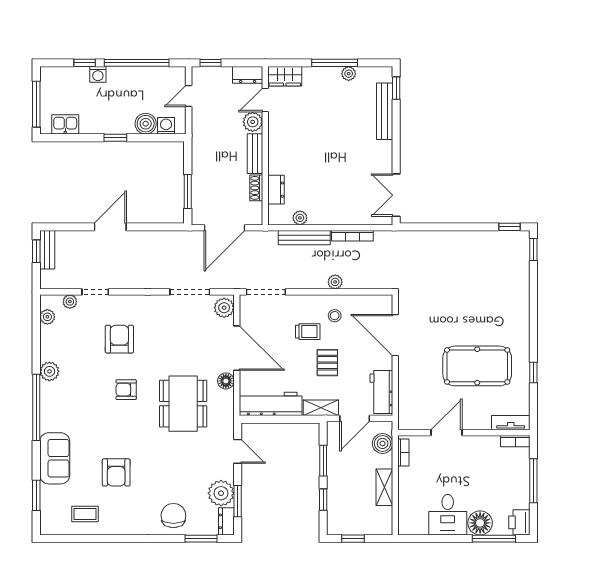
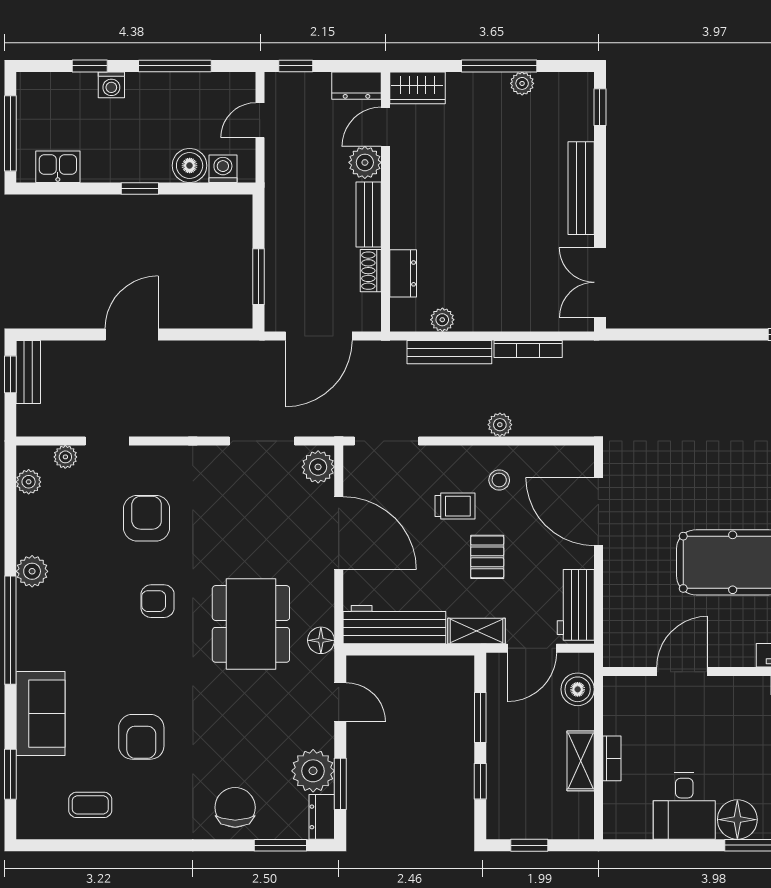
window: (137, 63) -> (175, 66), width x0.68
bench: (385, 111) -> (581, 188), moved
floor lamp: (226, 381) -> (321, 640), moved
bookcase: (403, 453) -> (612, 758), moved

